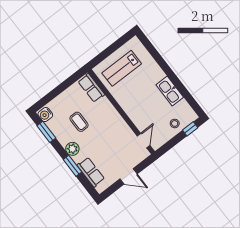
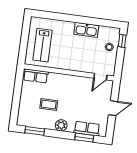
water cooler: (45, 115) -> (23, 121), removed
door: (144, 141) -> (100, 77), swing flipped
window: (72, 166) -> (84, 138), moved

